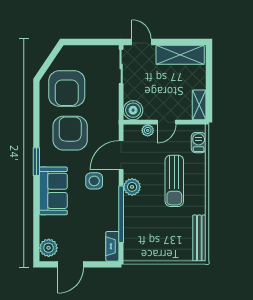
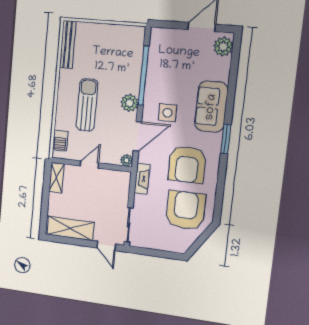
boiler: (133, 110) -> (121, 180), removed
plant: (148, 130) -> (127, 160), moved
fireplace: (112, 246) -> (142, 179), moved

